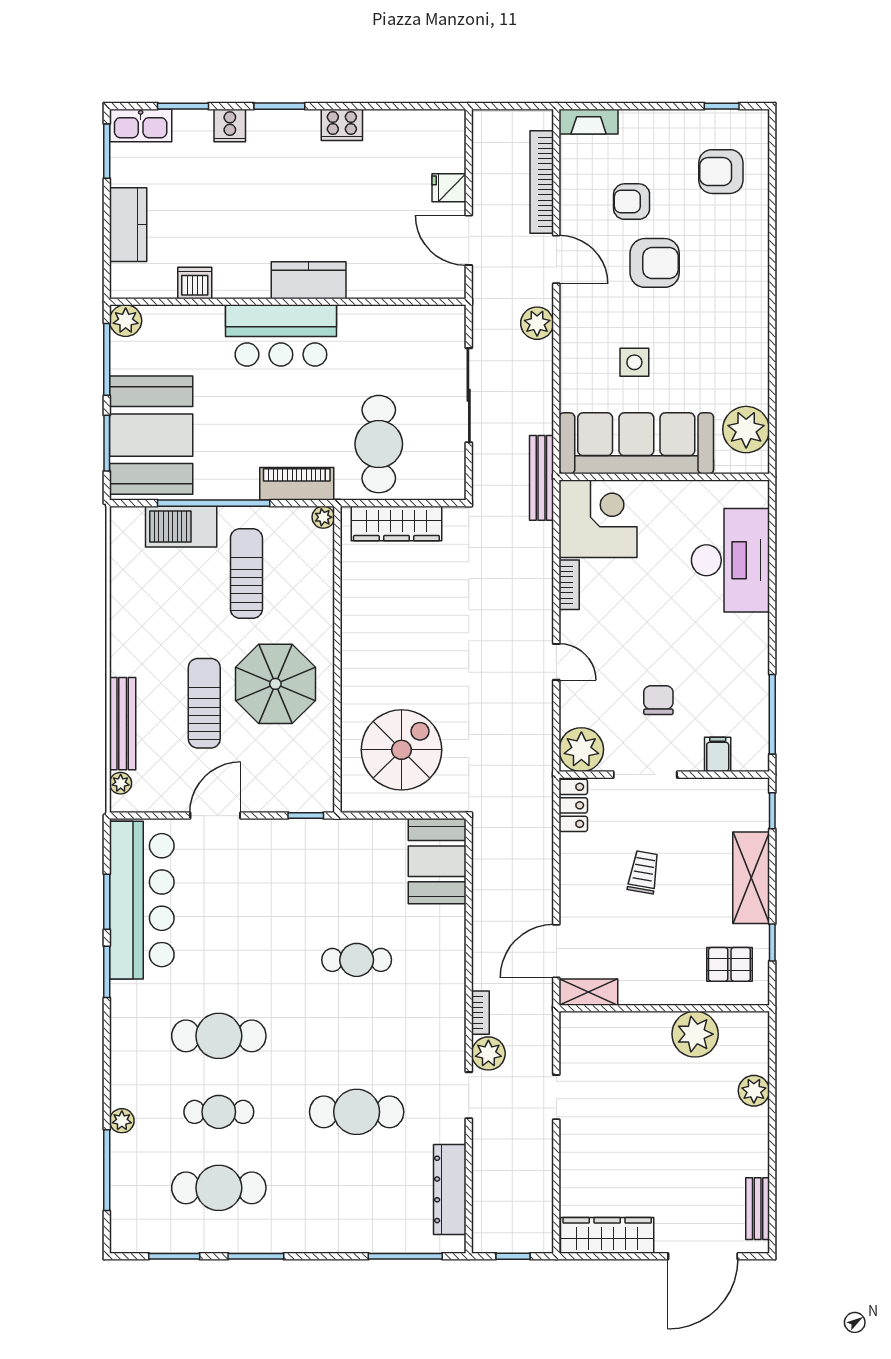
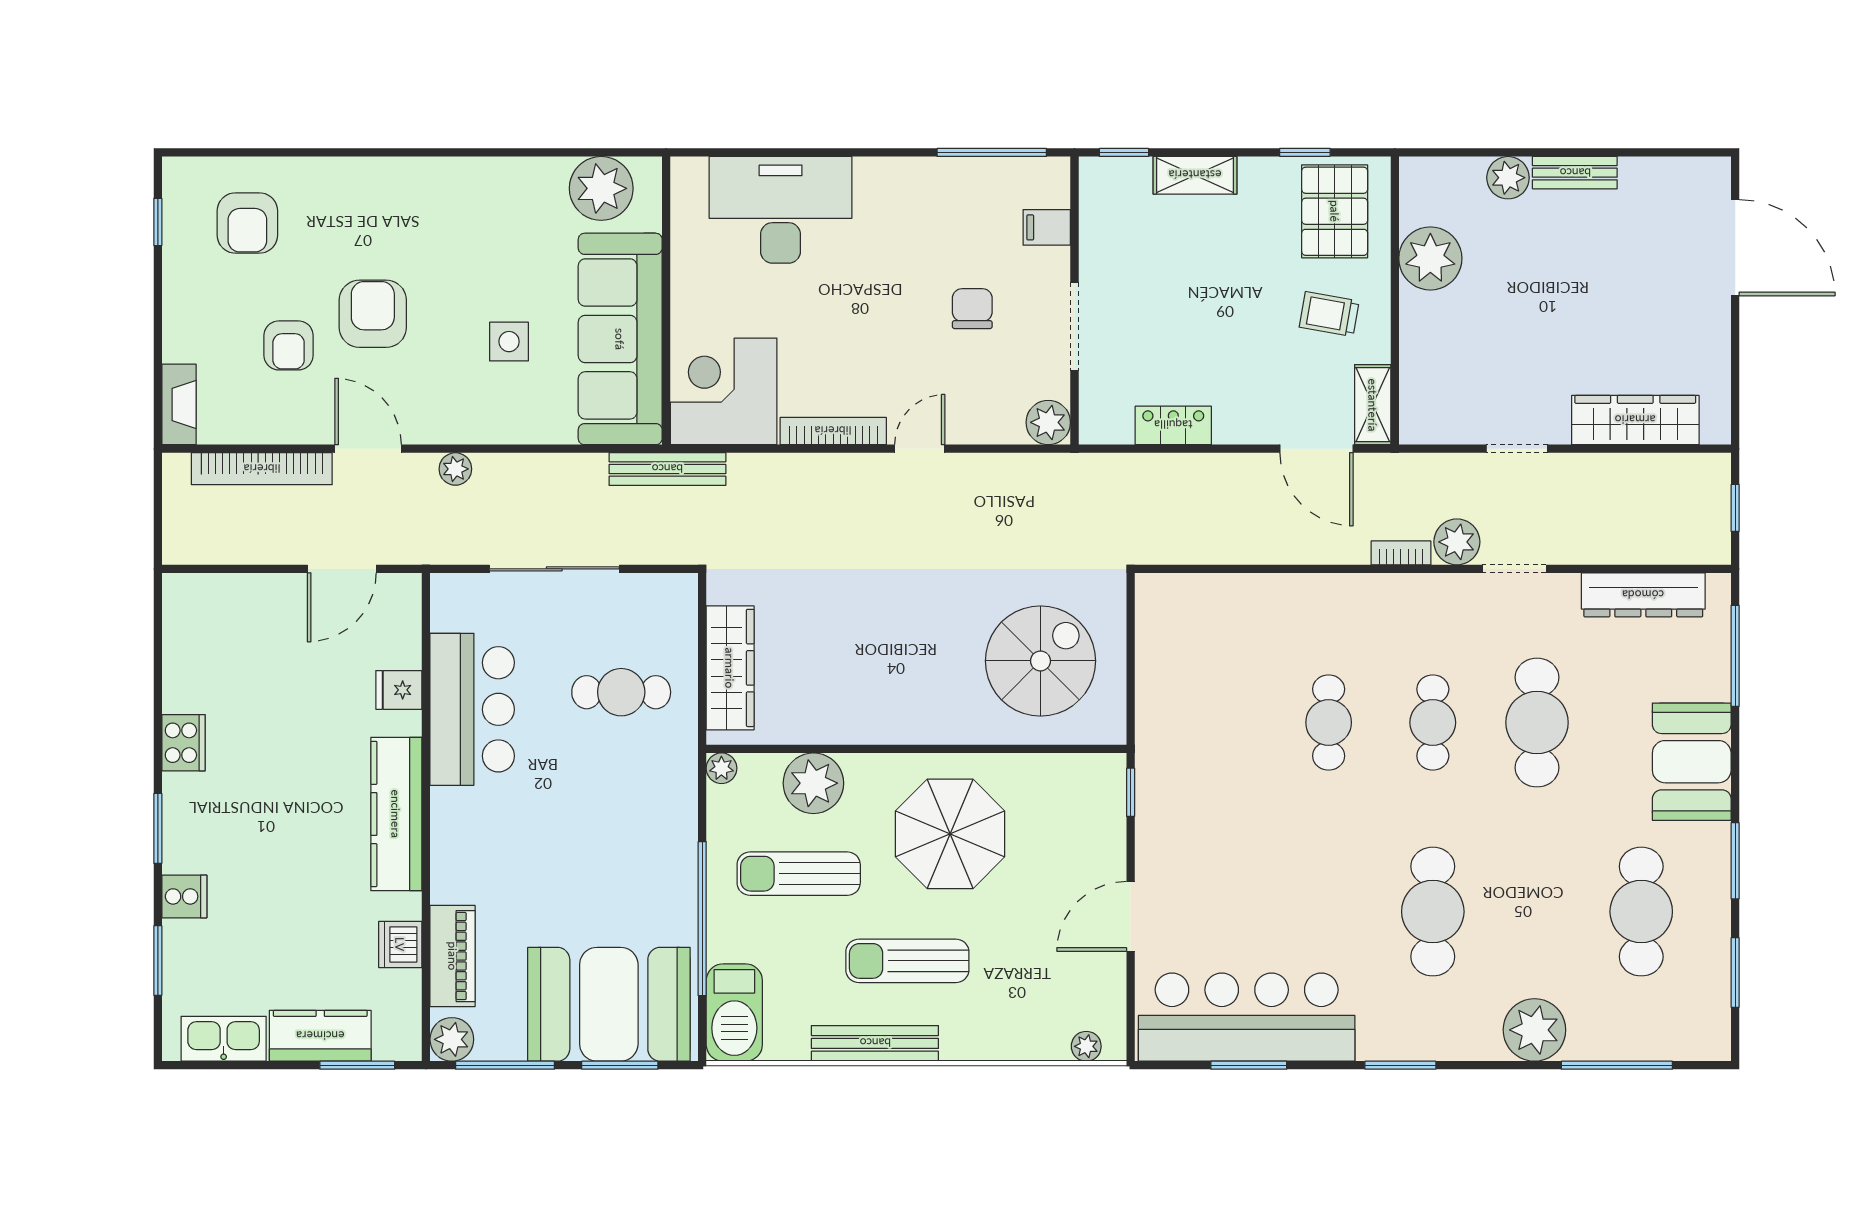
kitchen sink: (141, 125) -> (224, 1039), moved, turned -90
window: (107, 151) -> (357, 1065), moved
fridge: (449, 188) -> (399, 690), moved, turned 90
door: (556, 259) -> (368, 449), hinge flipped
kitchen counter: (309, 280) -> (396, 814), width x1.50
plant: (537, 323) -> (455, 469), width x0.73, depth x0.73
bar counter: (281, 335) -> (472, 709), moved
cafe table: (379, 444) -> (621, 692), width x0.73, depth x0.74
piano: (297, 484) -> (453, 956), moved, turned 180
barbecue: (181, 527) -> (734, 1013), moved
plant: (312, 584) -> (813, 783), added
bookcase: (569, 585) -> (833, 431), width x1.56
chair: (658, 700) -> (972, 309), turned 90
sun lounger: (204, 703) -> (907, 961), moved
bench: (123, 724) -> (875, 1043), moved
spiral stairs: (402, 750) -> (1040, 661), turned 90
plant: (581, 750) -> (1048, 422), width x0.73, depth x0.73
locker: (573, 805) -> (1173, 425), moved
door: (215, 816) -> (1131, 916), hinge flipped
booth: (437, 861) -> (1692, 762), moved, turned 90
trolley: (644, 872) -> (1329, 314), moved
shelving: (751, 878) -> (1195, 175), width x0.67, depth x0.75
pallet: (729, 964) -> (1335, 211), width x1.50, depth x1.42
window: (107, 972) -> (1400, 1065), moved
cafe table: (219, 1112) -> (1433, 723), moved
plant: (122, 1121) -> (1534, 1030), width x1.88, depth x1.88
bench: (758, 1209) -> (1575, 173), moved
wardrobe: (607, 1235) -> (1635, 420), moved, turned 90

